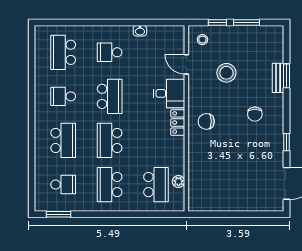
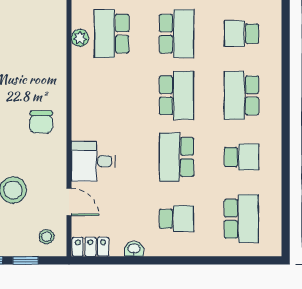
chair: (206, 121) -> (41, 122), turned 90
locker: (178, 123) -> (90, 247), moved, turned -90

